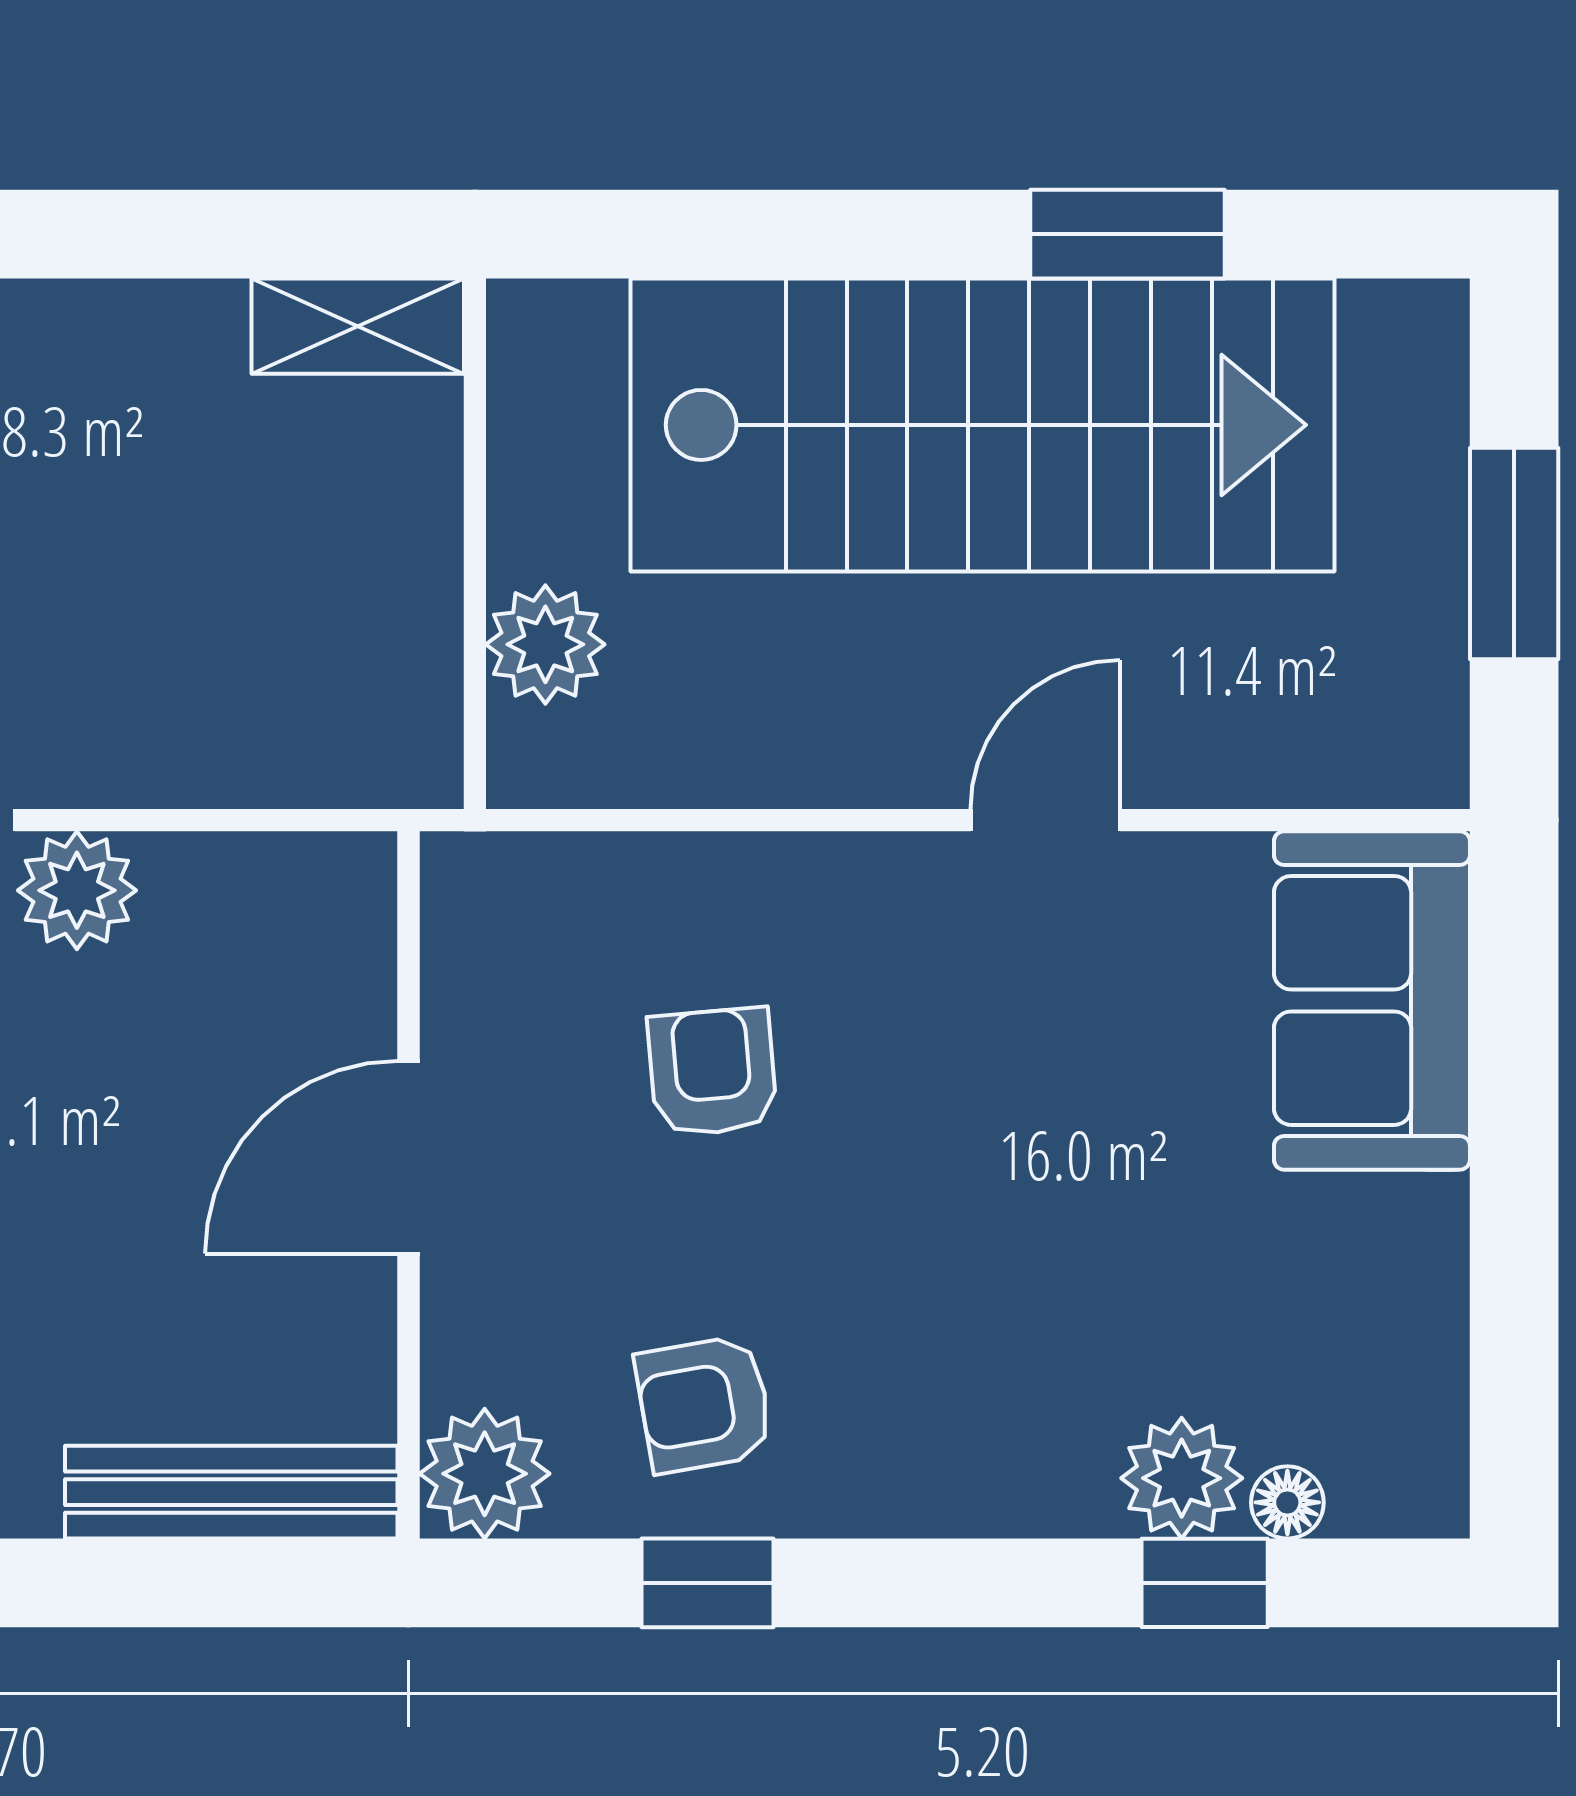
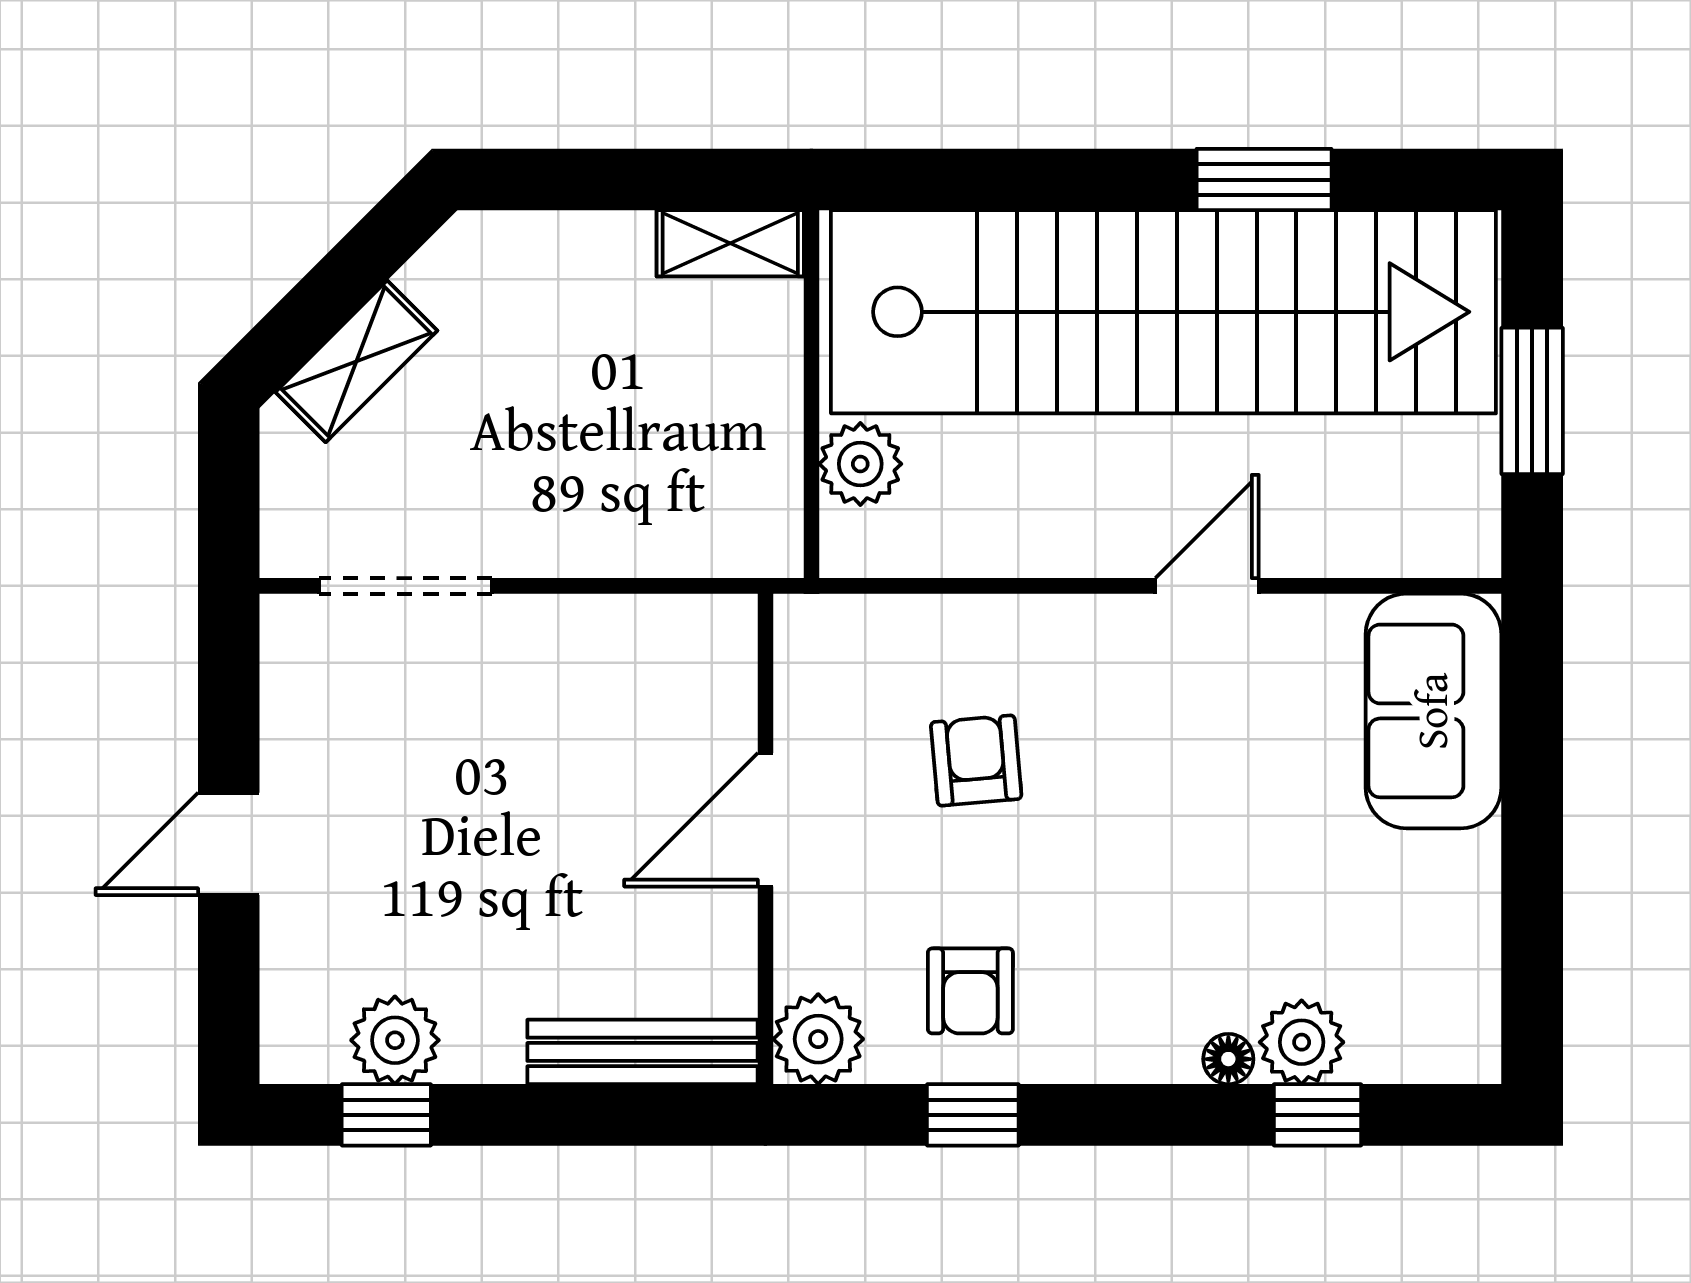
stairs: (983, 425) -> (1163, 312), width x1.36
plant: (77, 890) -> (535, 635), removed
armchair: (704, 1404) -> (970, 991), turned -80
floor lamp: (1287, 1502) -> (1228, 1059), moved

